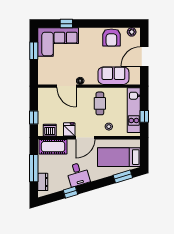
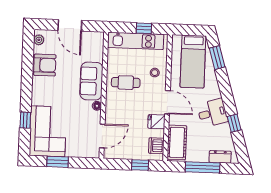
sofa: (113, 76) -> (91, 81), moved
door: (67, 86) -> (102, 136), moved

